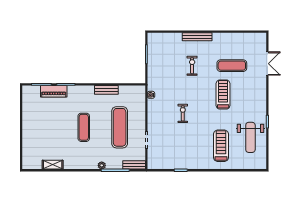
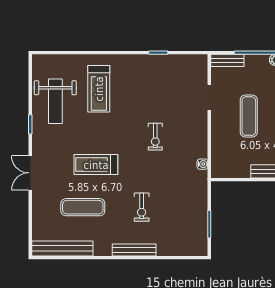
bench: (246, 38) -> (62, 248), added
double door: (267, 64) -> (30, 173), moved
treadmill: (223, 95) -> (96, 165), turned 90
exercise mat: (120, 127) -> (249, 116), width x0.73, depth x0.69
weight bench: (250, 137) -> (55, 101), turned 180

